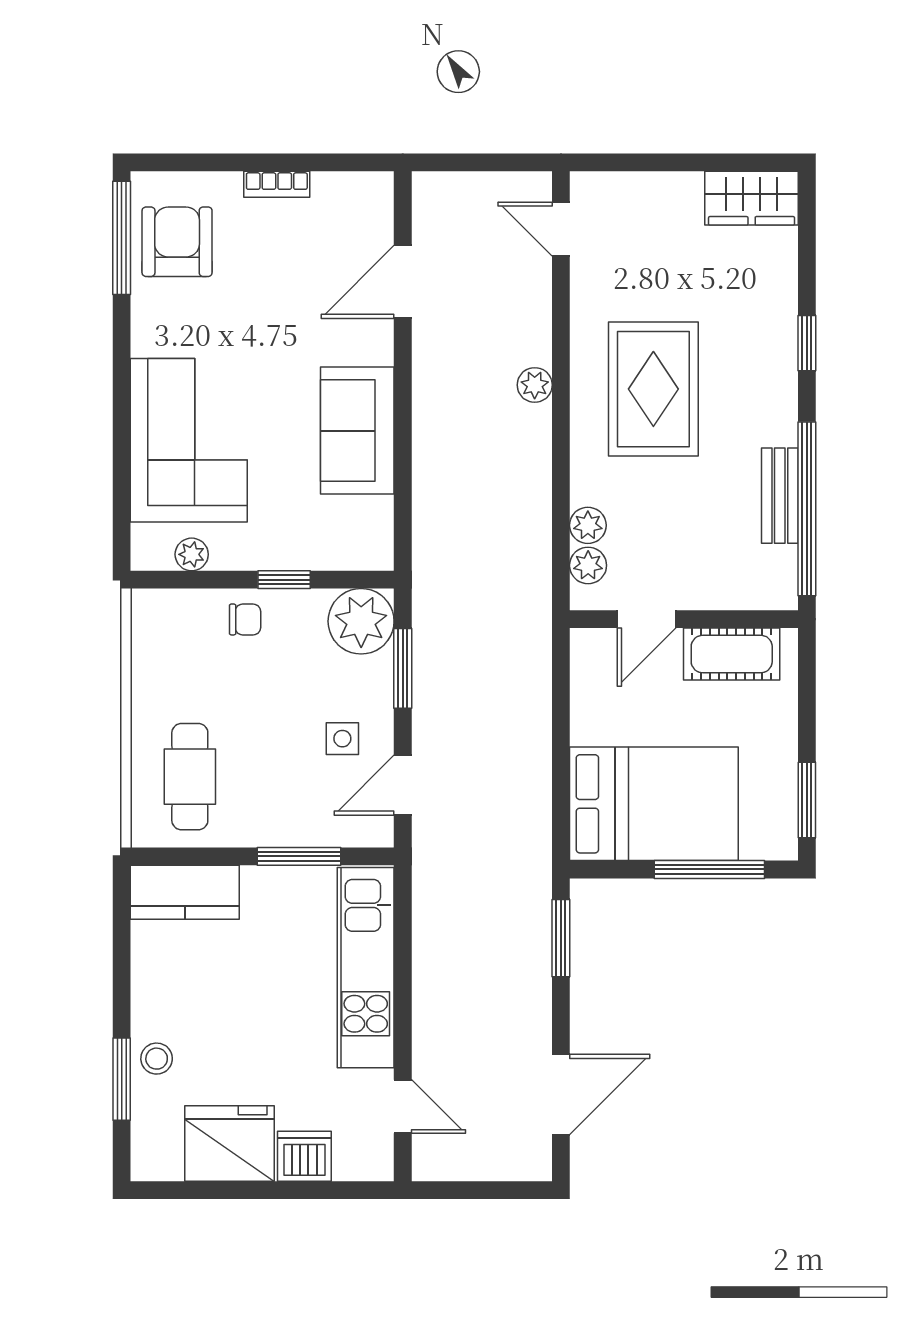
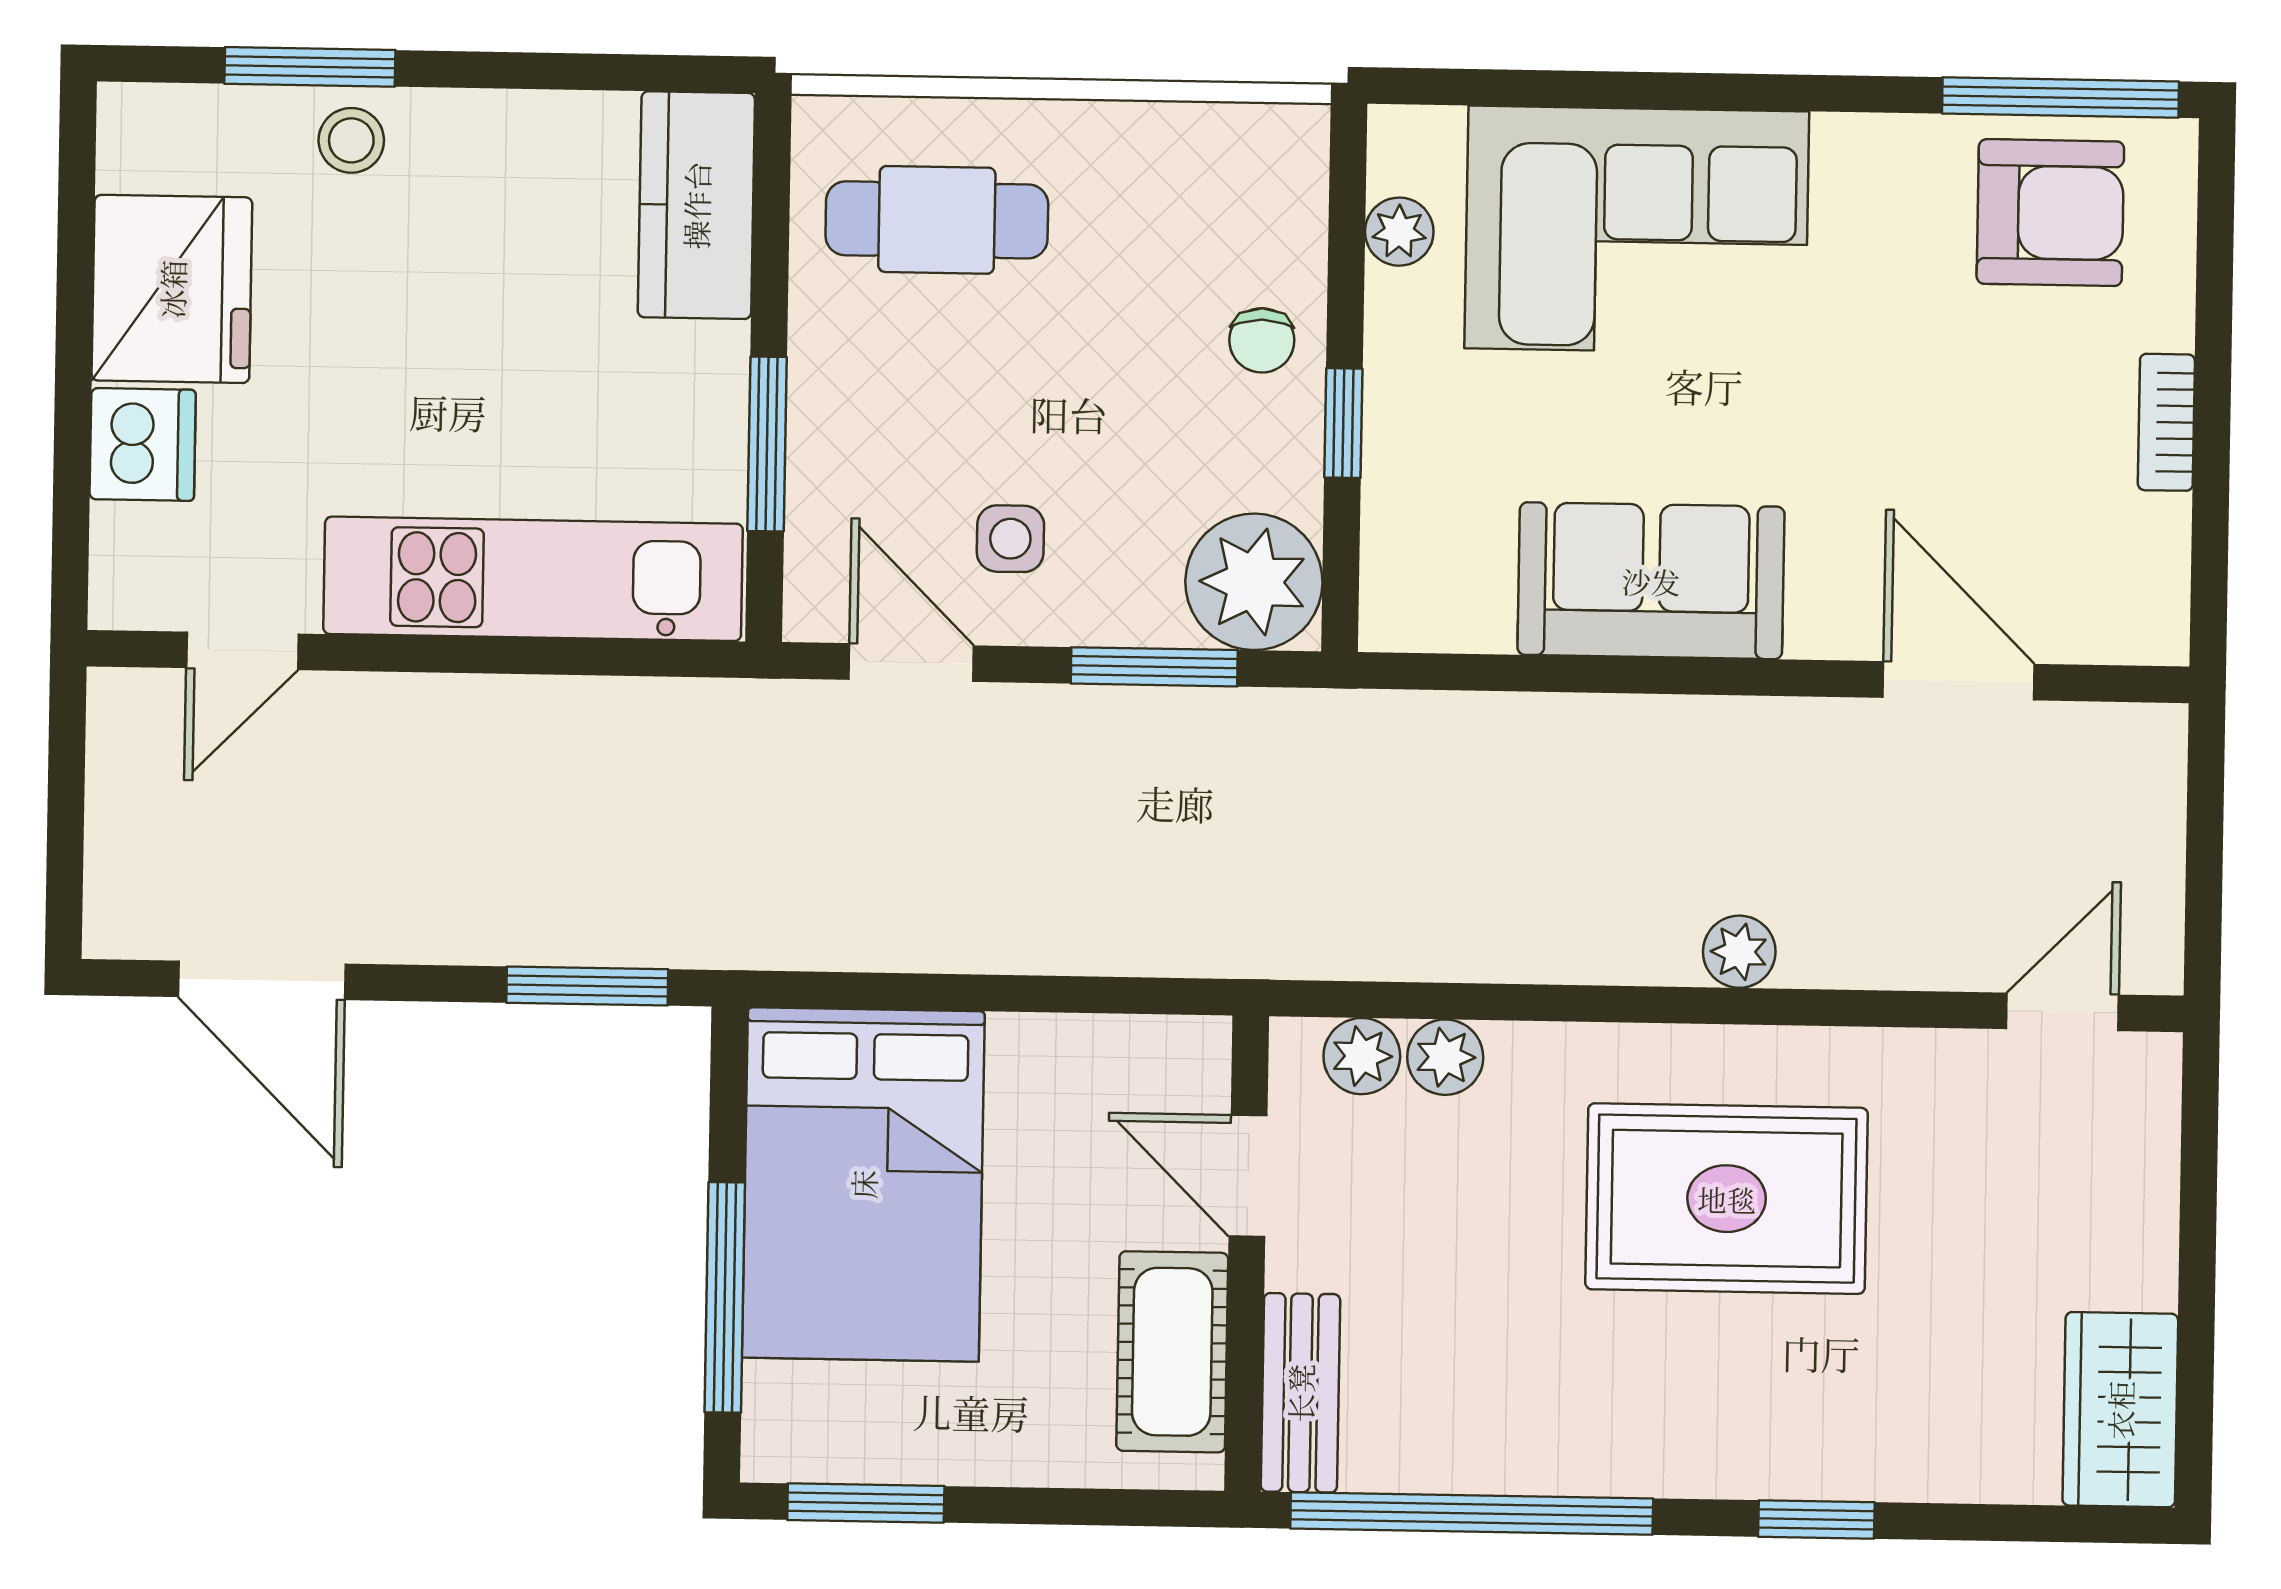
bench: (780, 496) -> (1300, 1393), moved, turned 90

